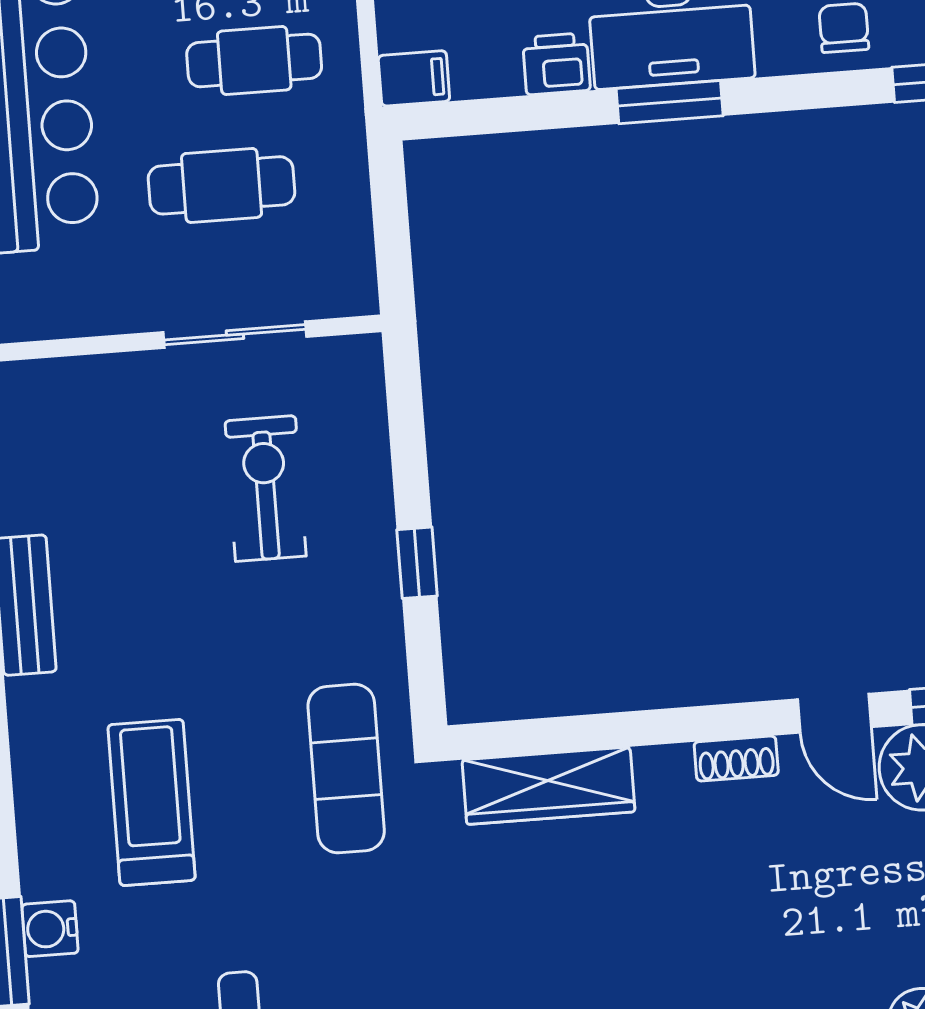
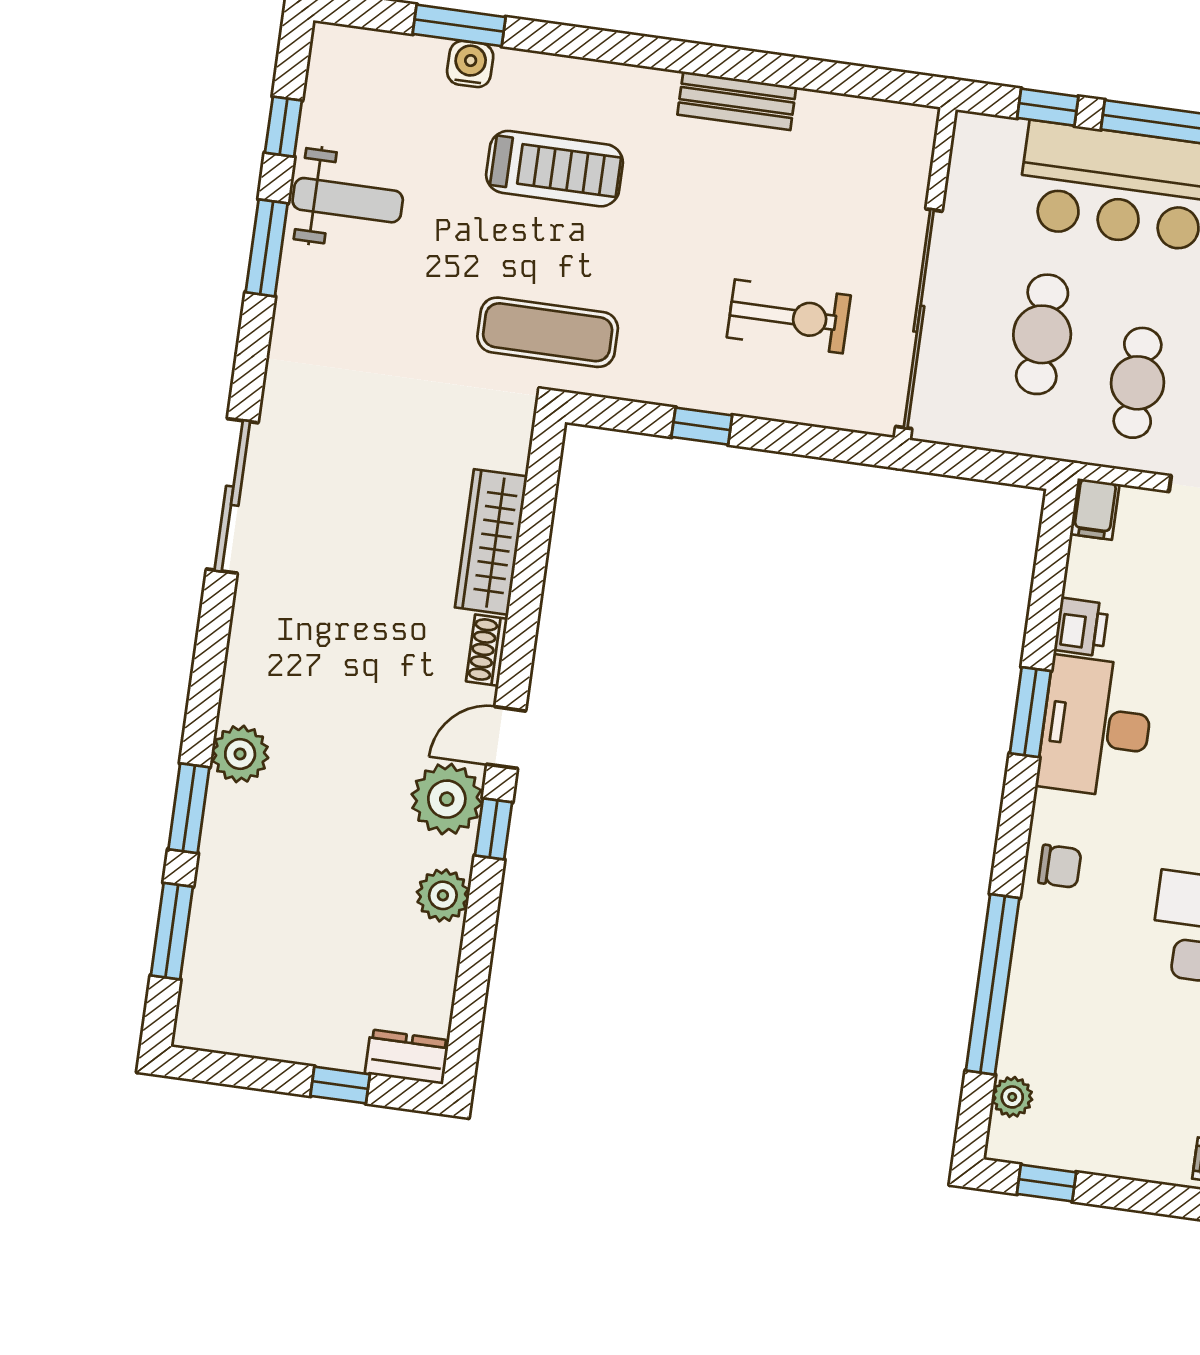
sliding door: (235, 335) -> (919, 319), width x1.86
wardrobe: (548, 786) -> (491, 542), moved

